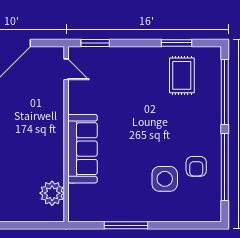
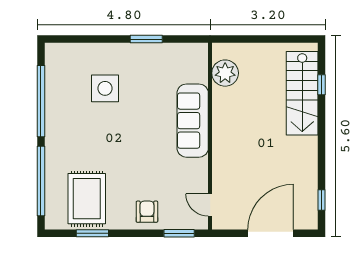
rug: (182, 75) -> (87, 199), width x1.36, depth x1.43
armchair: (196, 166) -> (147, 212), moved
window: (126, 225) -> (146, 39), width x0.69

